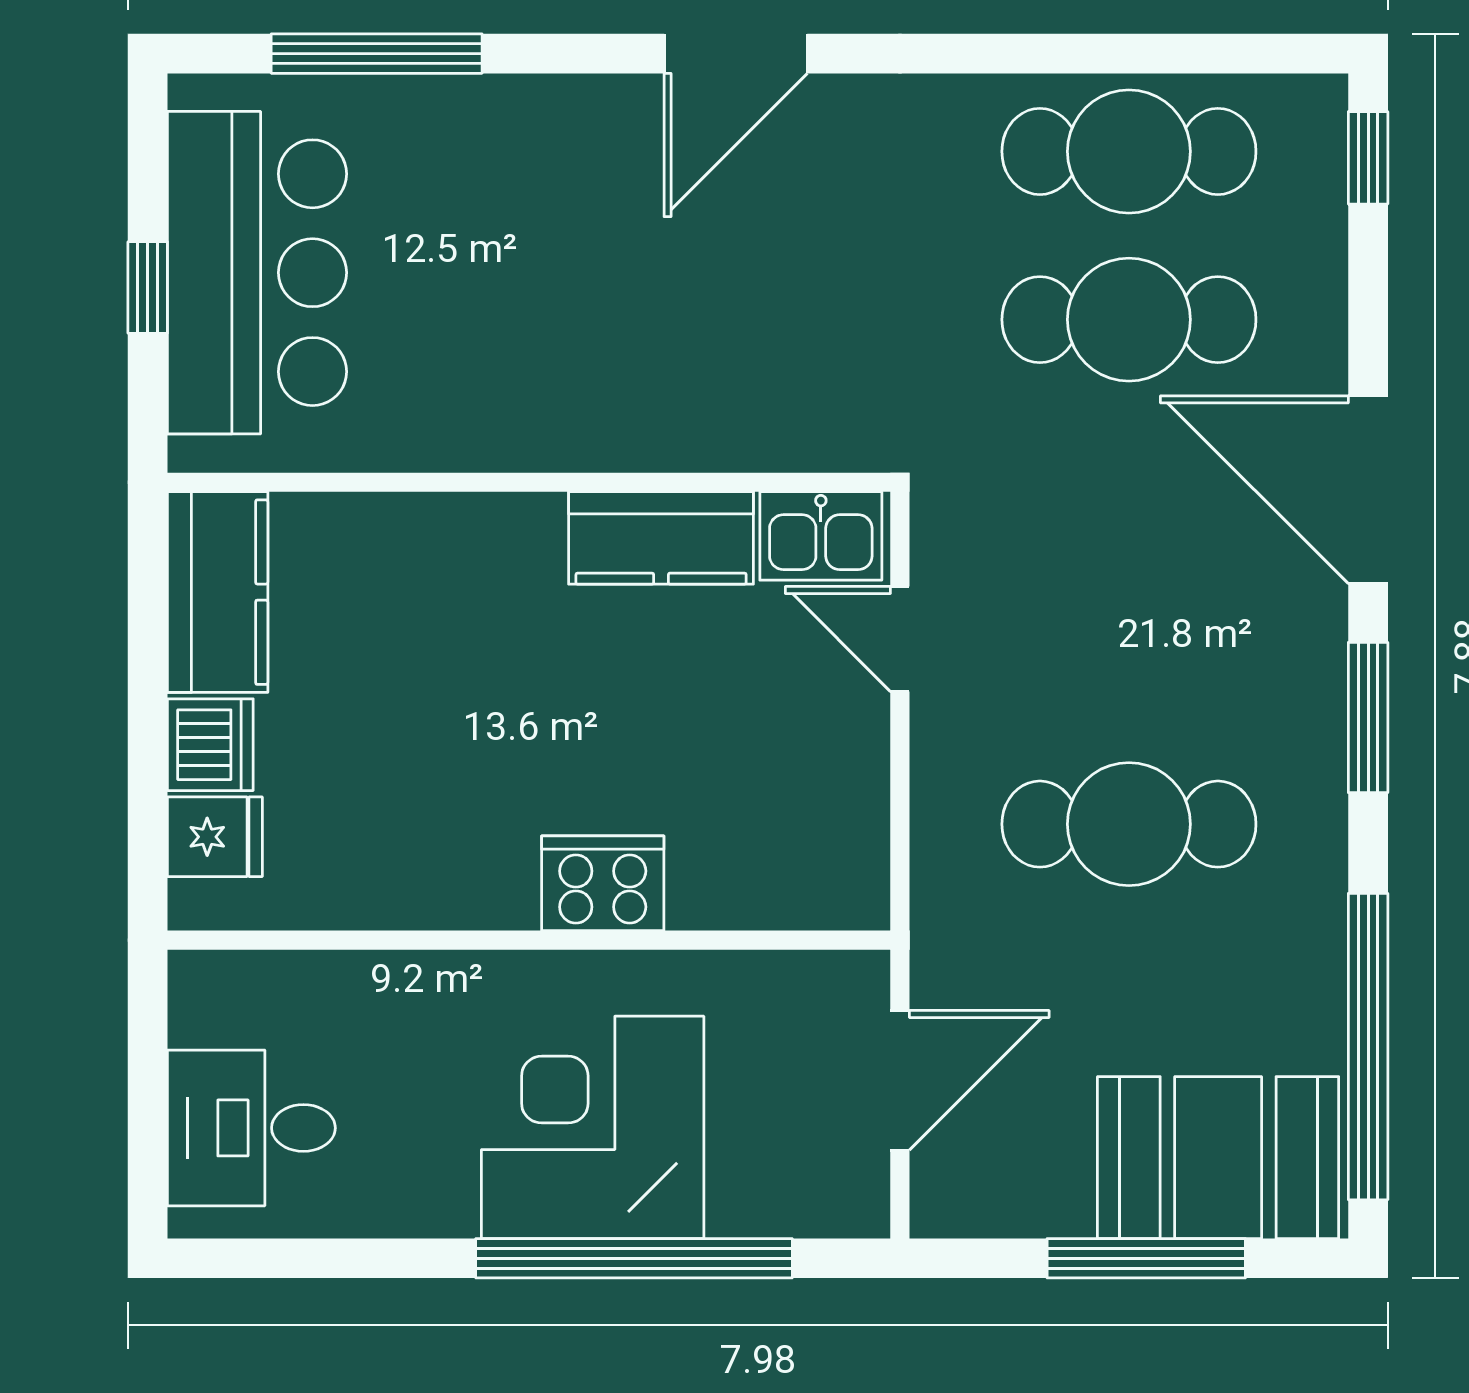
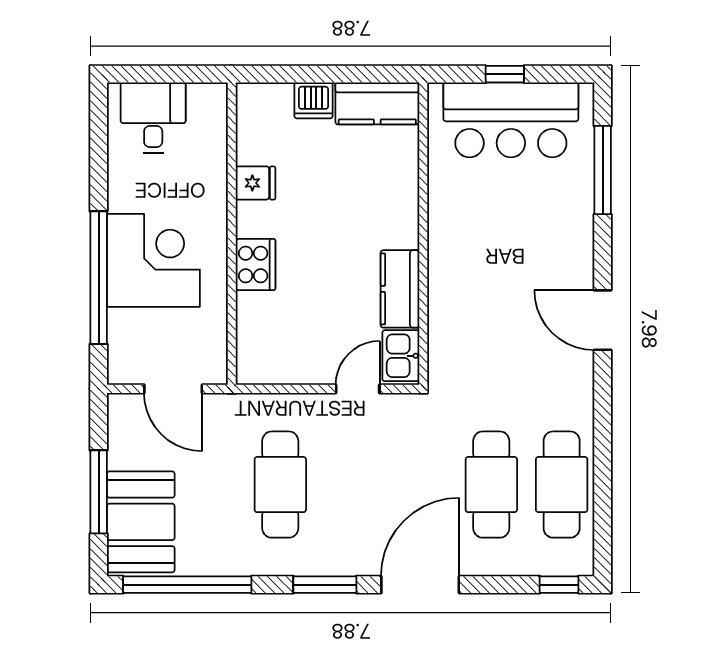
fridge: (215, 837) -> (256, 183), moved, turned -90

